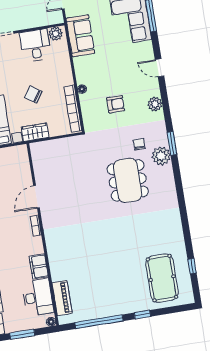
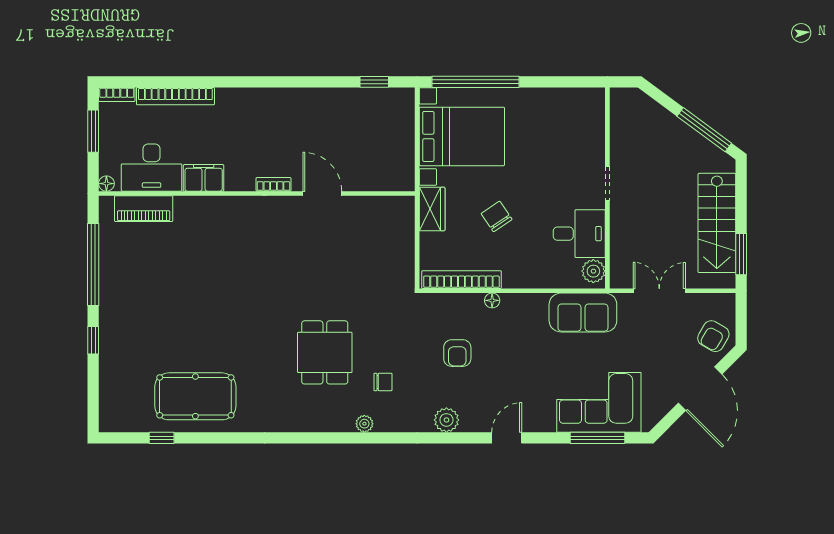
chair: (33, 94) -> (497, 216), turned -69
window: (172, 143) -> (375, 438), removed
plant: (161, 156) -> (364, 424), width x0.53, depth x0.53
dining table: (128, 180) -> (325, 352), width x0.73
pool table: (162, 278) -> (195, 396), moved

